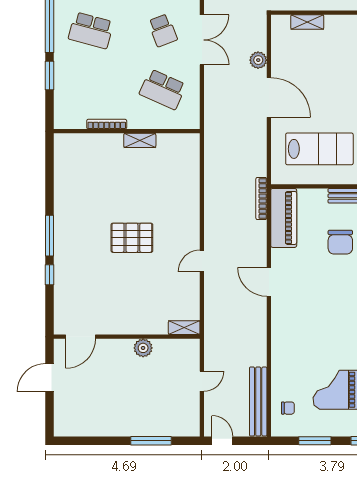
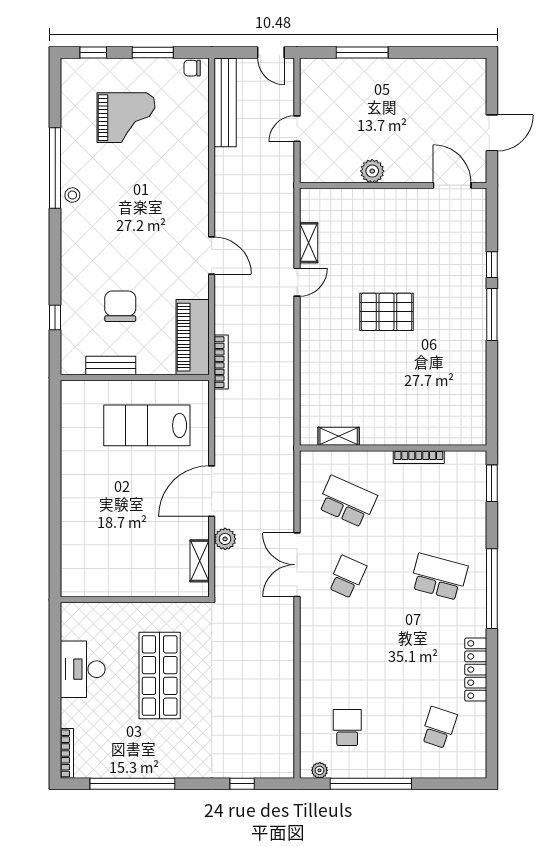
shelving: (307, 22) -> (200, 561), moved, turned 90
school desk: (163, 30) -> (347, 577), turned 45
window: (49, 75) -> (492, 483), moved
door: (269, 97) -> (212, 491), hinge flipped
shelving: (140, 140) -> (339, 436), moved
shelving: (184, 328) -> (309, 243), moved, turned 90
door: (81, 337) -> (452, 185), hinge flipped
chair: (288, 408) -> (192, 68), moved

